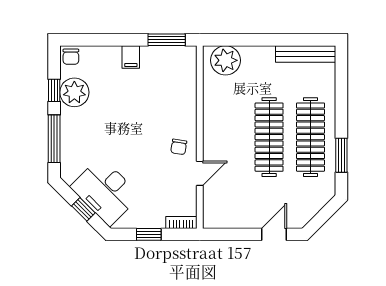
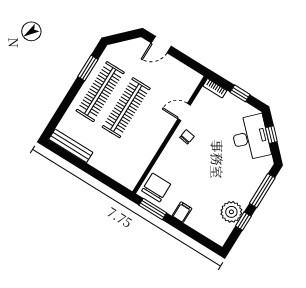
chair: (71, 57) -> (156, 187), moved, width x1.87, depth x1.87
plant: (226, 60) -> (124, 173), removed

